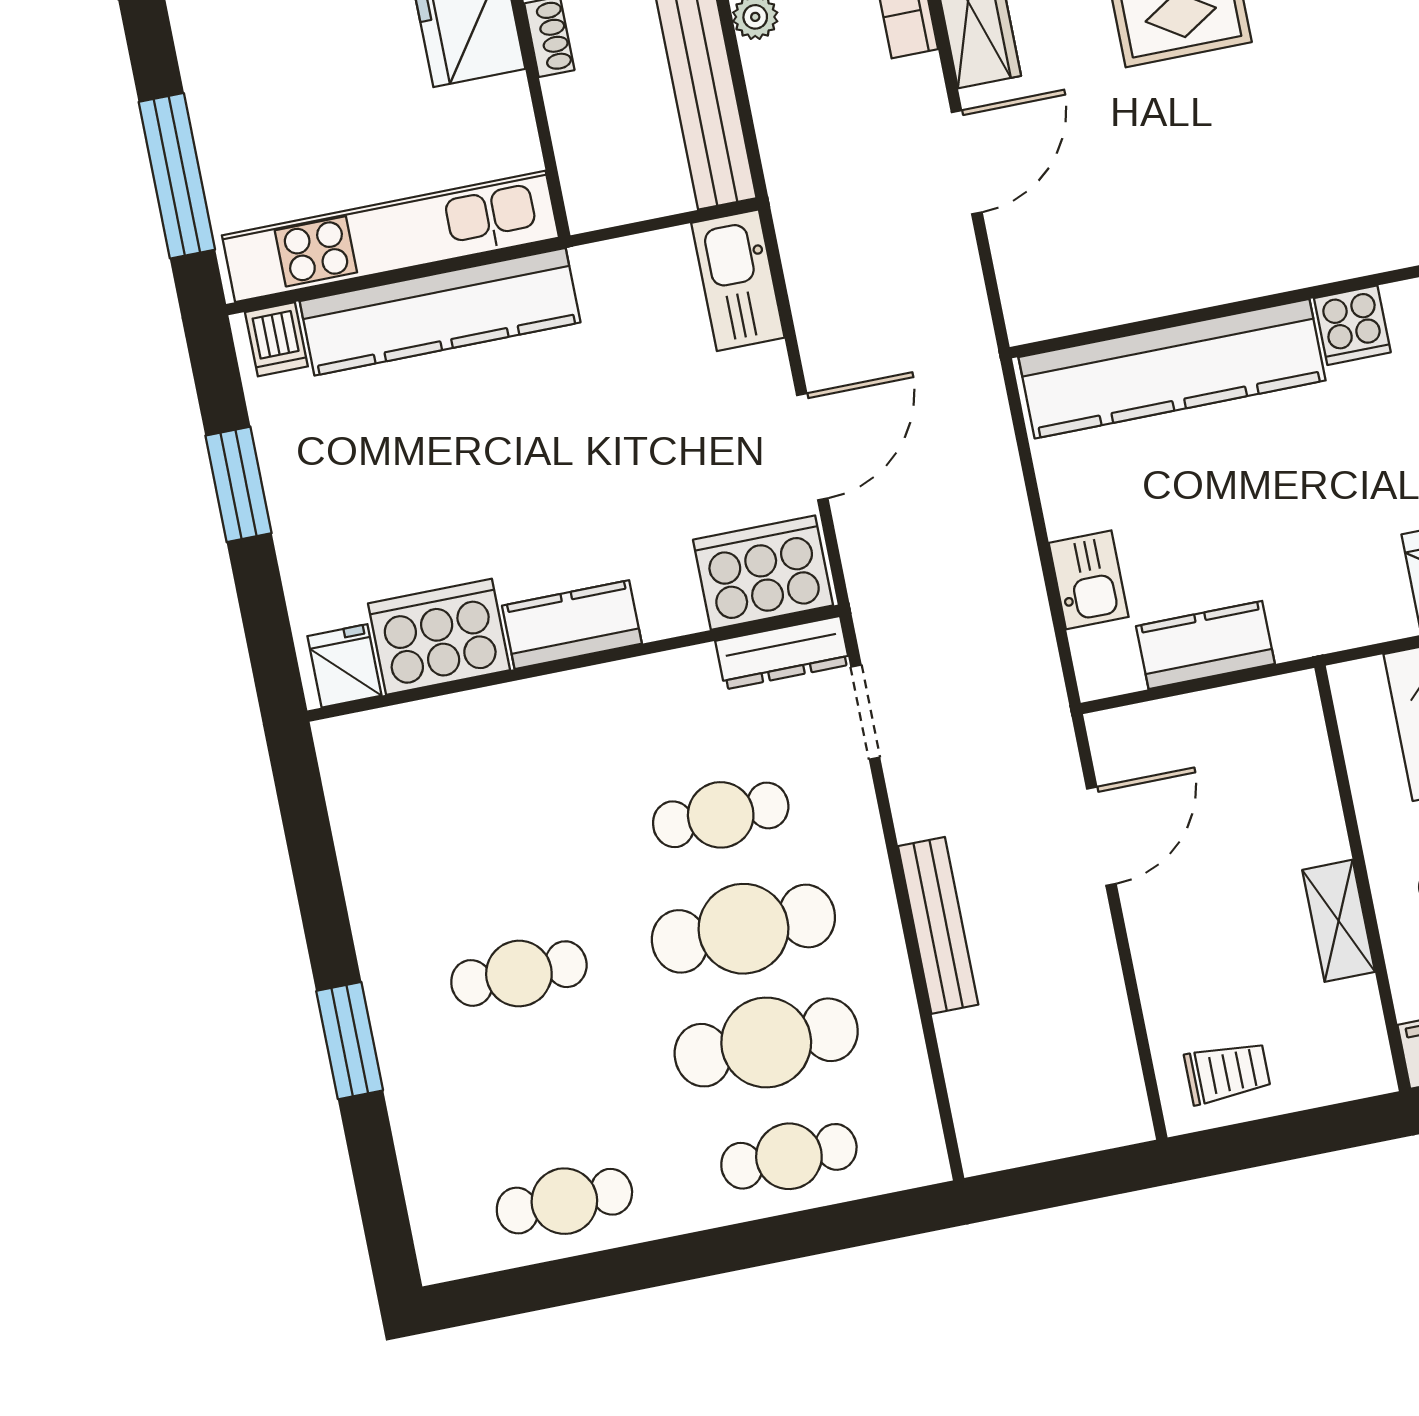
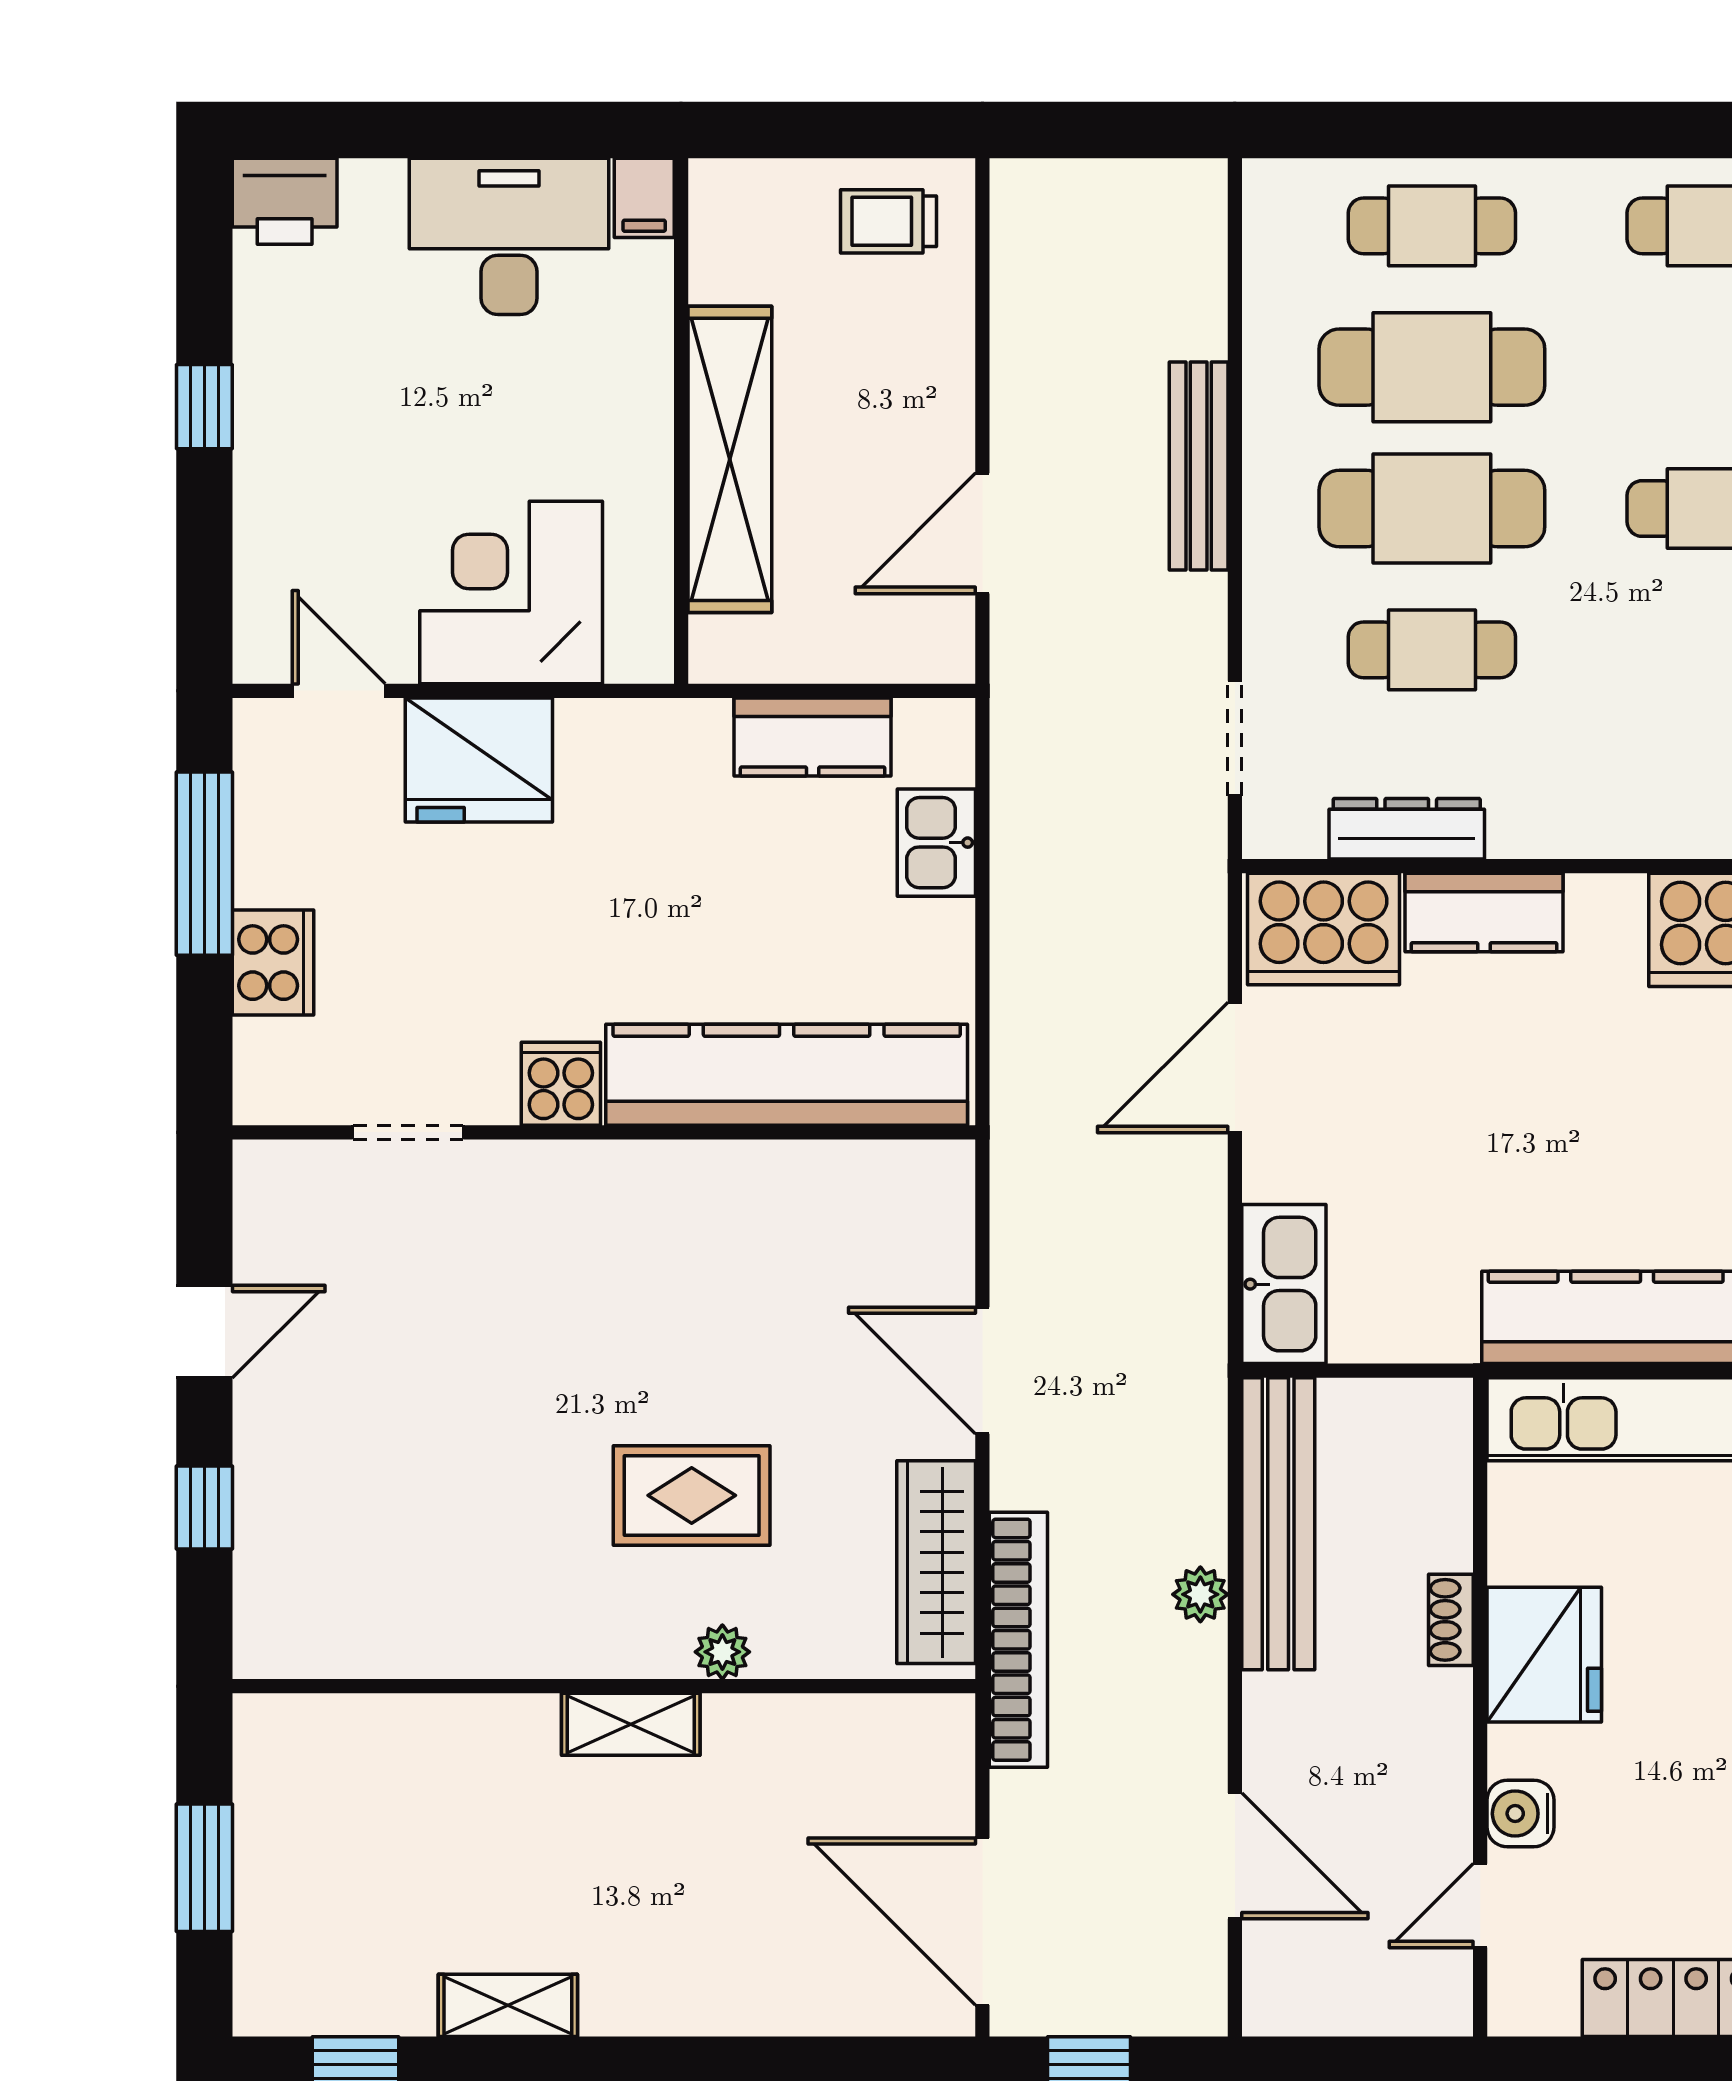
door: (967, 162) -> (982, 1370), hinge flipped
kitchen counter: (572, 625) -> (1484, 913), moved
dresser: (783, 653) -> (1407, 829), moved
shelving: (1339, 921) -> (730, 459), width x2.20, depth x1.33

